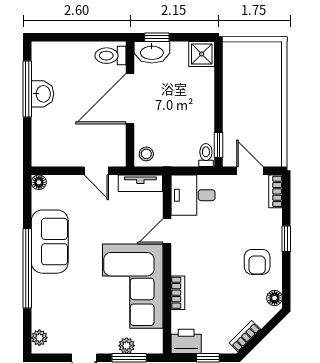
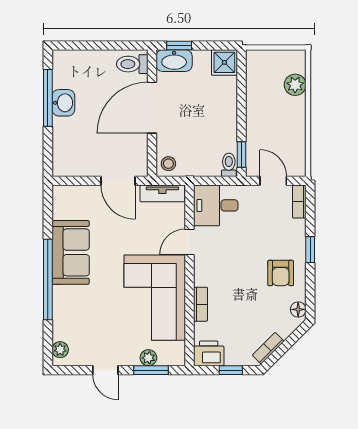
plant: (271, 76) -> (295, 85), added
door: (96, 171) -> (118, 181), width x1.38
floor lamp: (39, 182) -> (60, 192), removed

